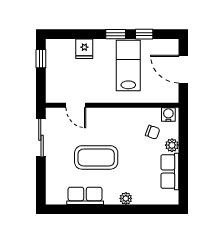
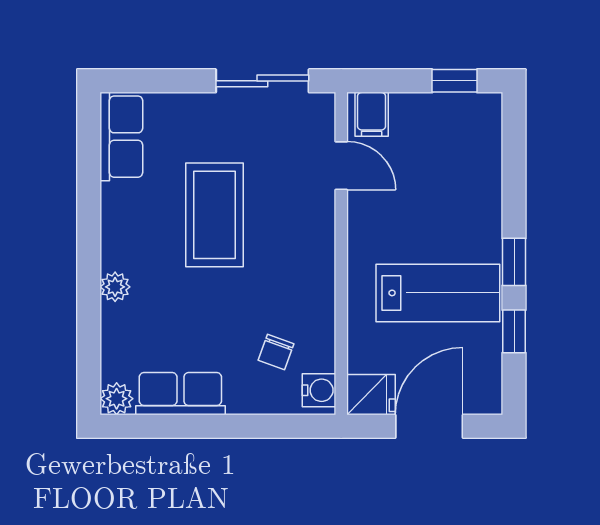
fridge: (84, 49) -> (371, 395), moved, turned 180
filing cabinet: (55, 93) -> (372, 114), added
door: (76, 105) -> (341, 166), swing flipped
plant: (172, 145) -> (117, 399), moved
row of seats: (85, 196) -> (121, 137), moved

